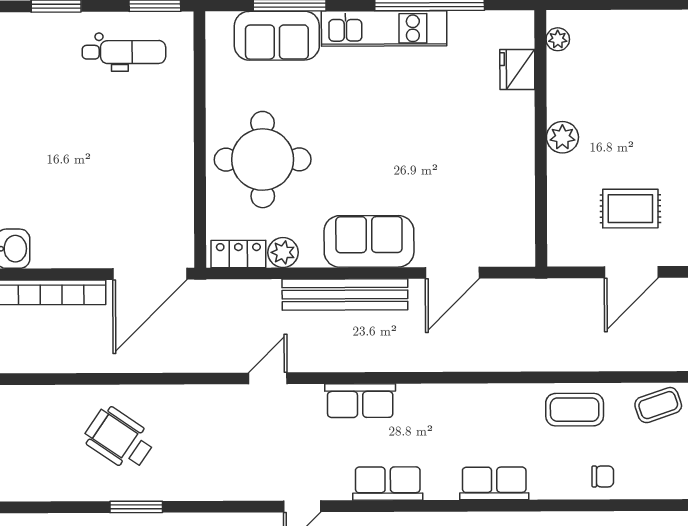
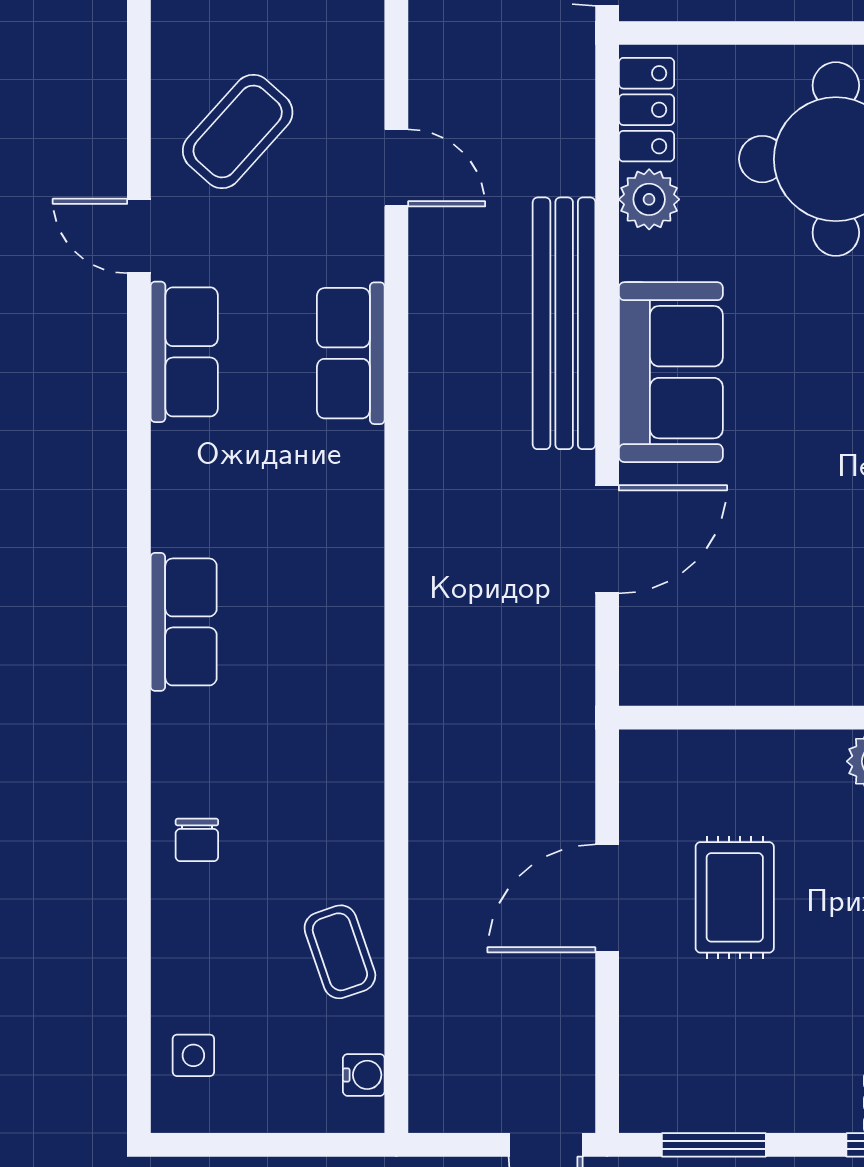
door: (631, 272) -> (607, 898), hinge flipped
door: (452, 273) -> (607, 539), swing flipped
coffee table: (575, 410) -> (238, 131), moved, turned 42
row of seats: (388, 484) -> (184, 352), moved

